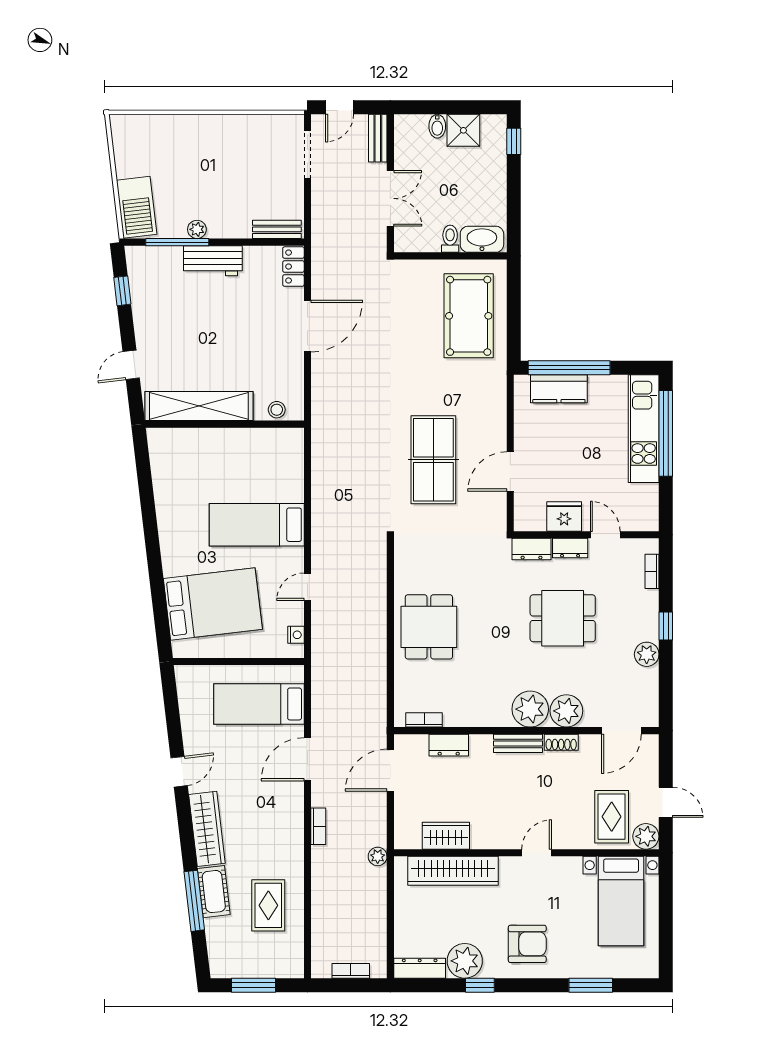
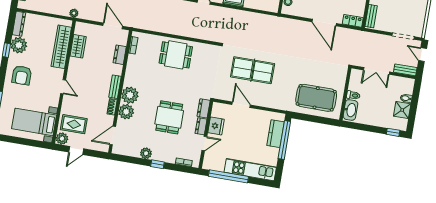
window: (666, 433) -> (228, 176), moved
door: (621, 731) -> (113, 136), hinge flipped

